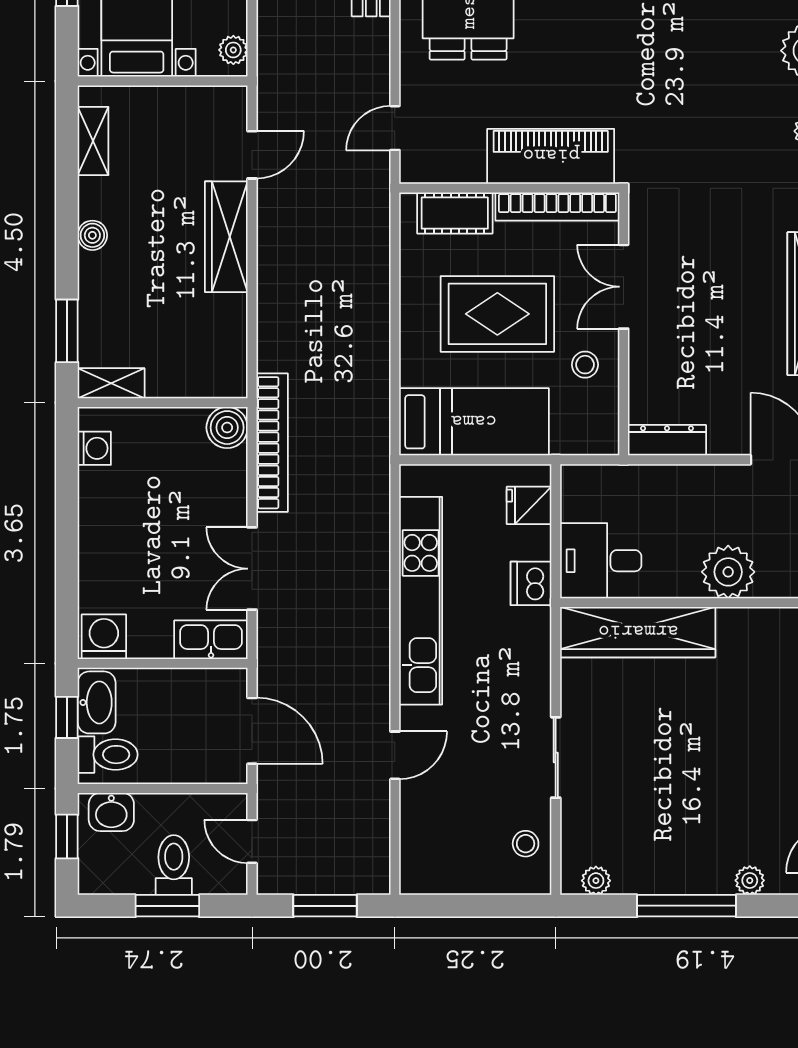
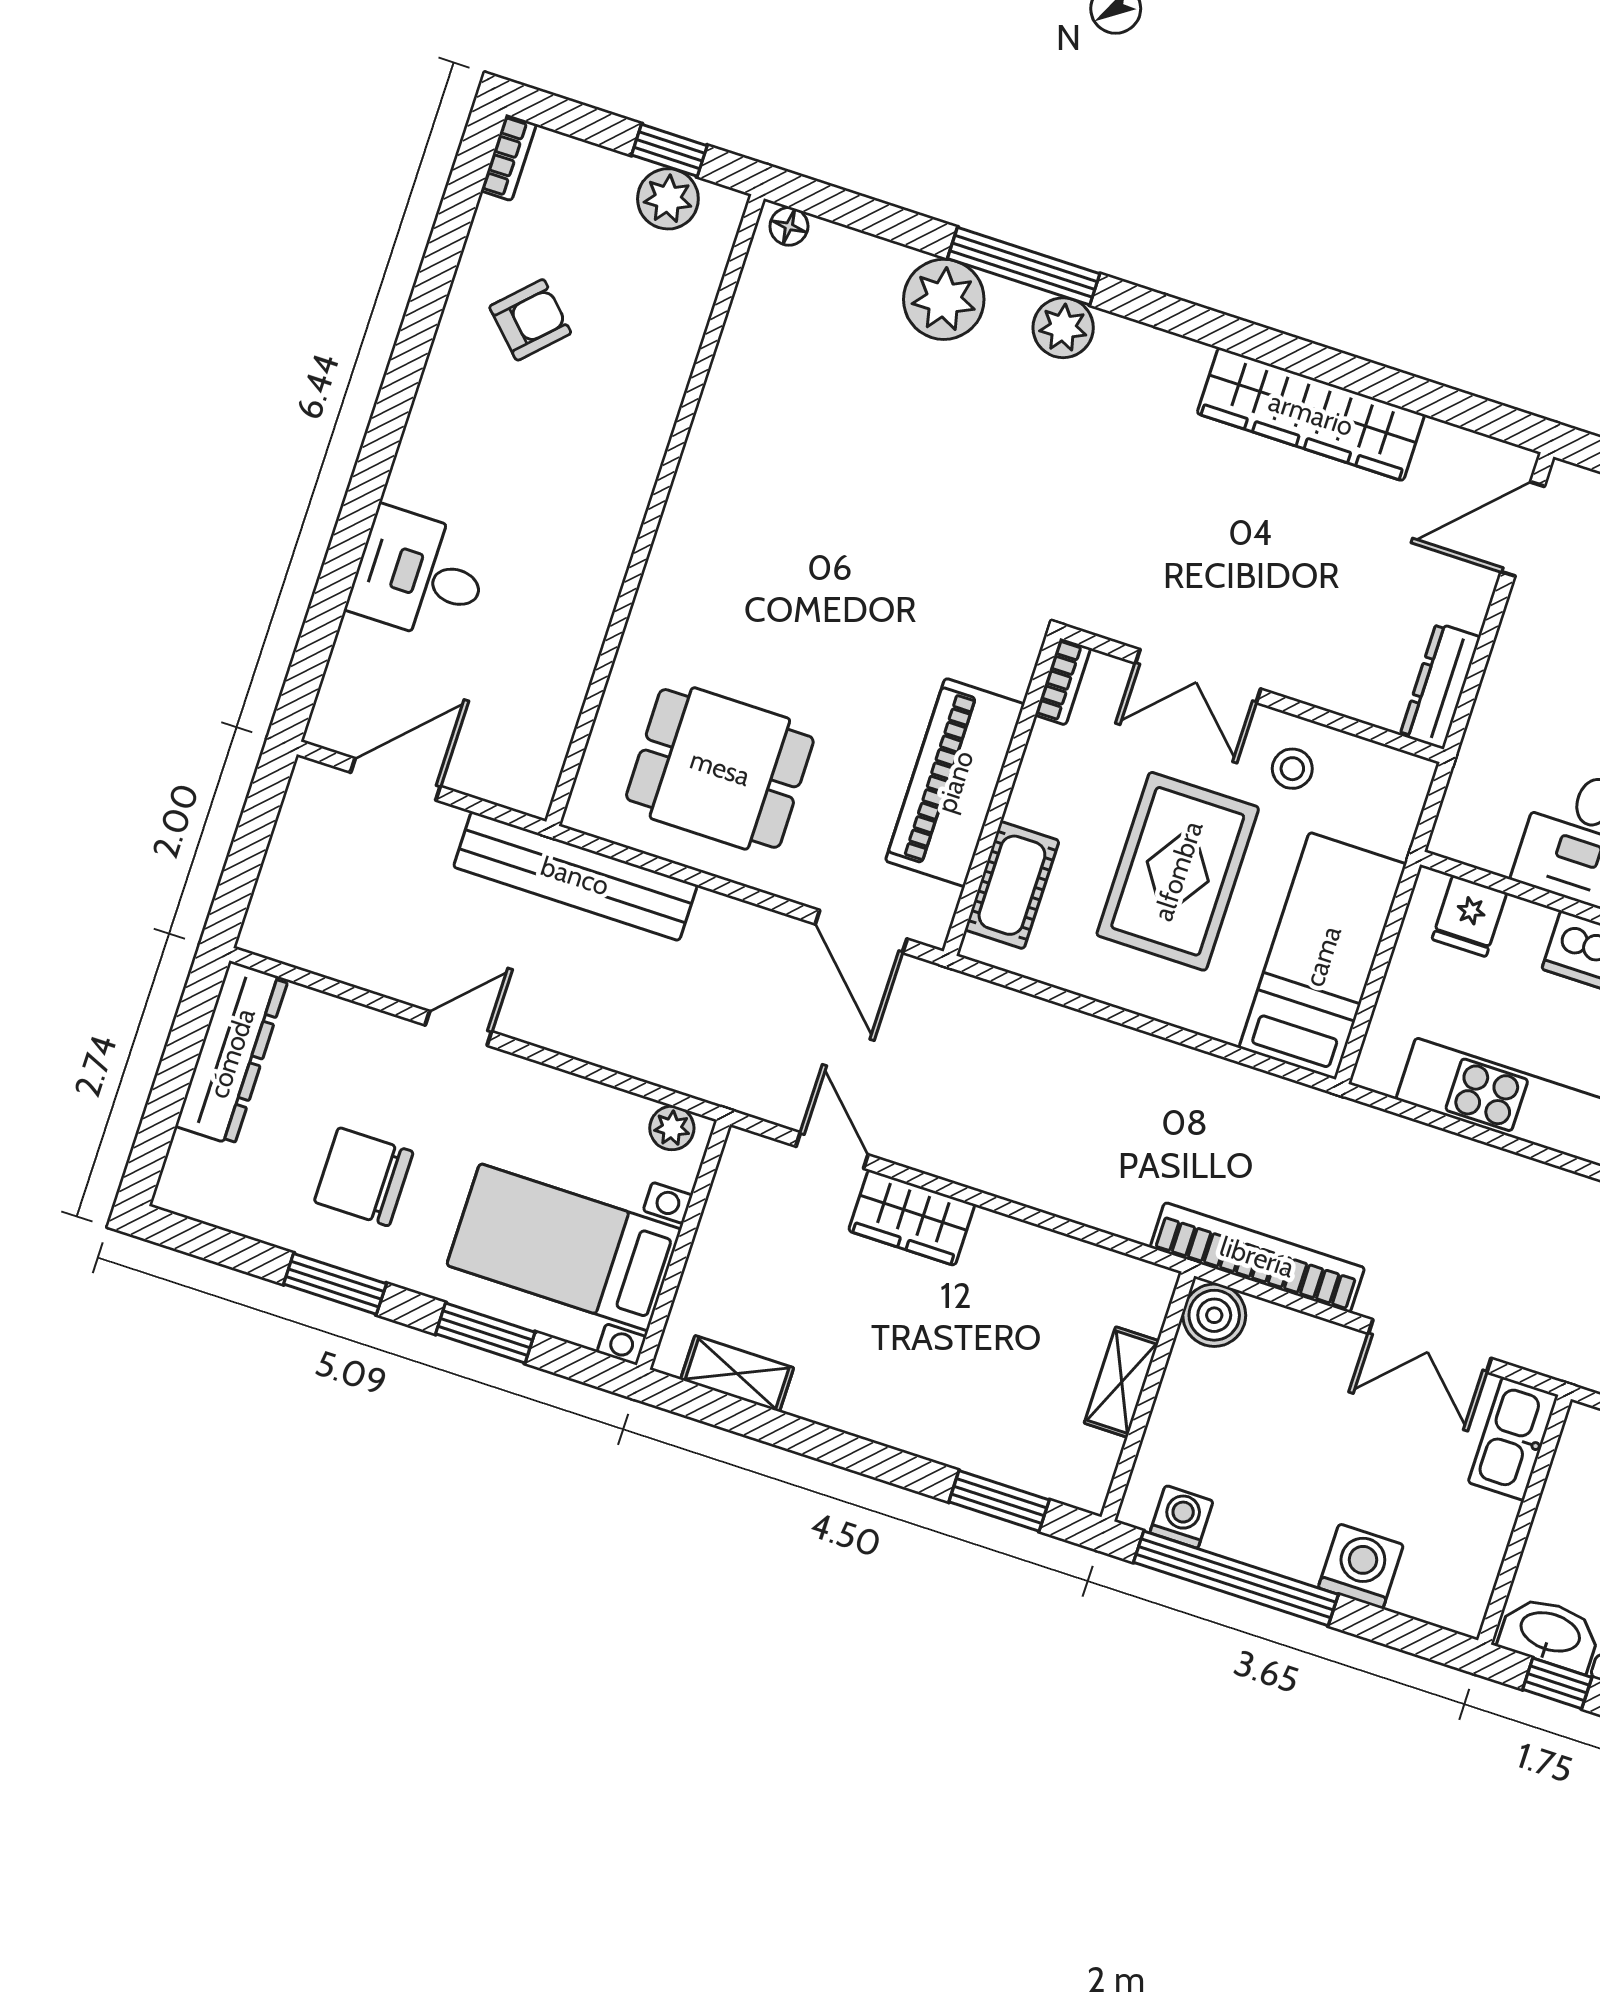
door: (395, 128) -> (861, 931), width x1.38
piano: (551, 156) -> (955, 782), moved
bookcase: (557, 207) -> (1063, 682), width x0.43, depth x0.76
boiler: (92, 235) -> (873, 1419), removed
wardrobe: (226, 237) -> (912, 1218), width x0.67
shelving: (111, 383) -> (1122, 1382), moved
window: (67, 495) -> (1236, 1578), added
washing machine: (104, 637) -> (1361, 1566), moved, turned 90

